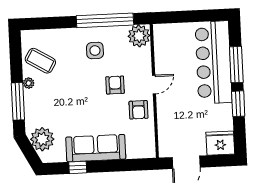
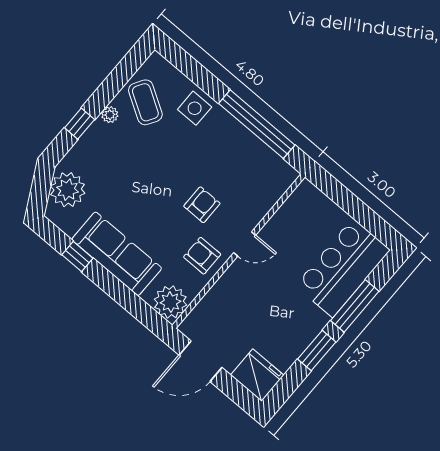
plant: (139, 36) -> (170, 302), moved
side table: (95, 51) -> (195, 108), moved
bar counter: (214, 62) -> (343, 268), width x0.73
window: (18, 101) -> (80, 124), width x0.46
armchair: (139, 110) -> (202, 256), turned 90

